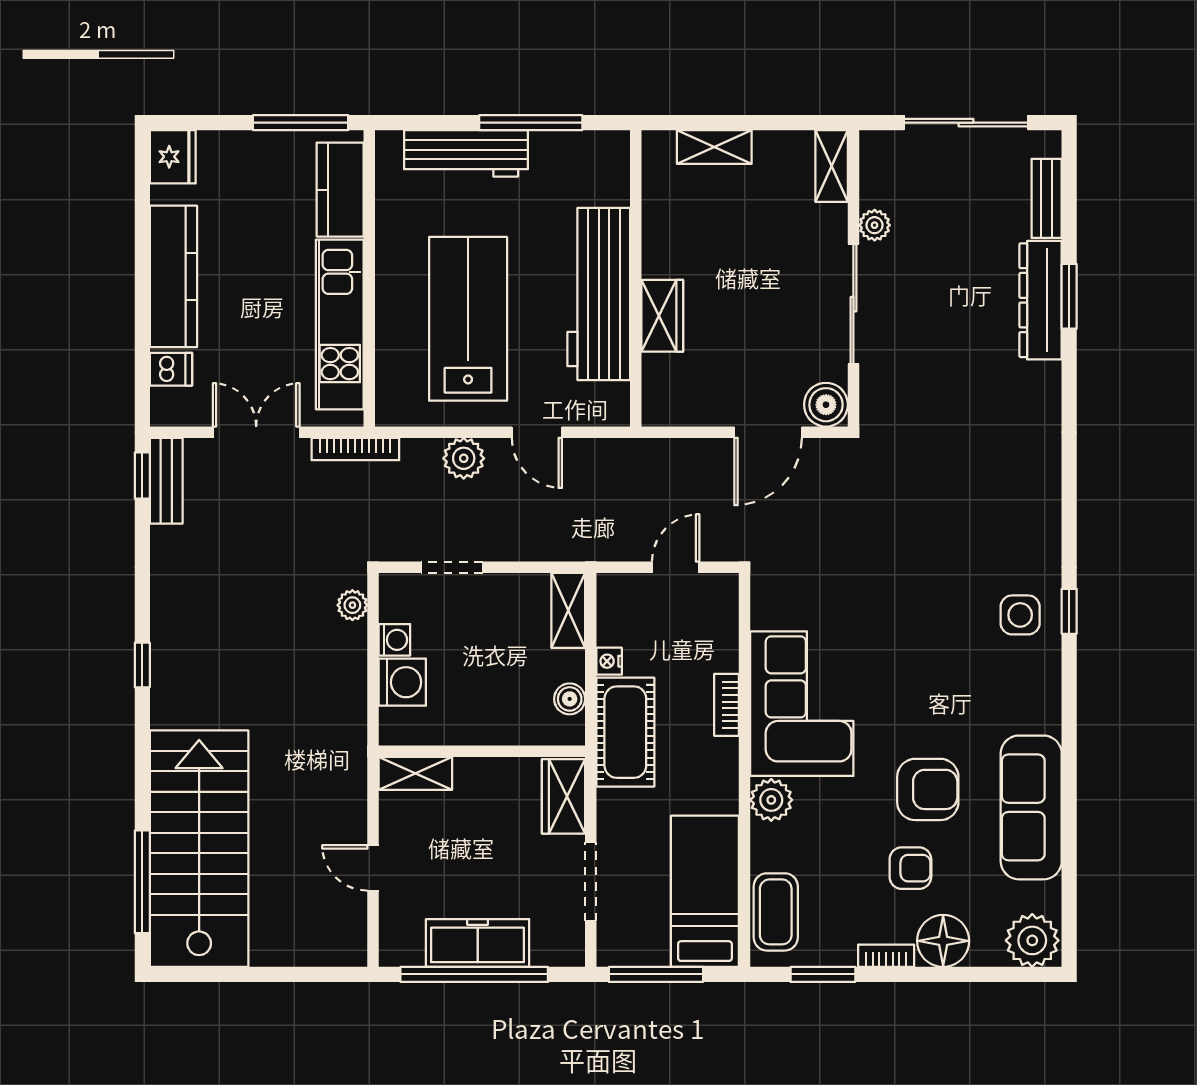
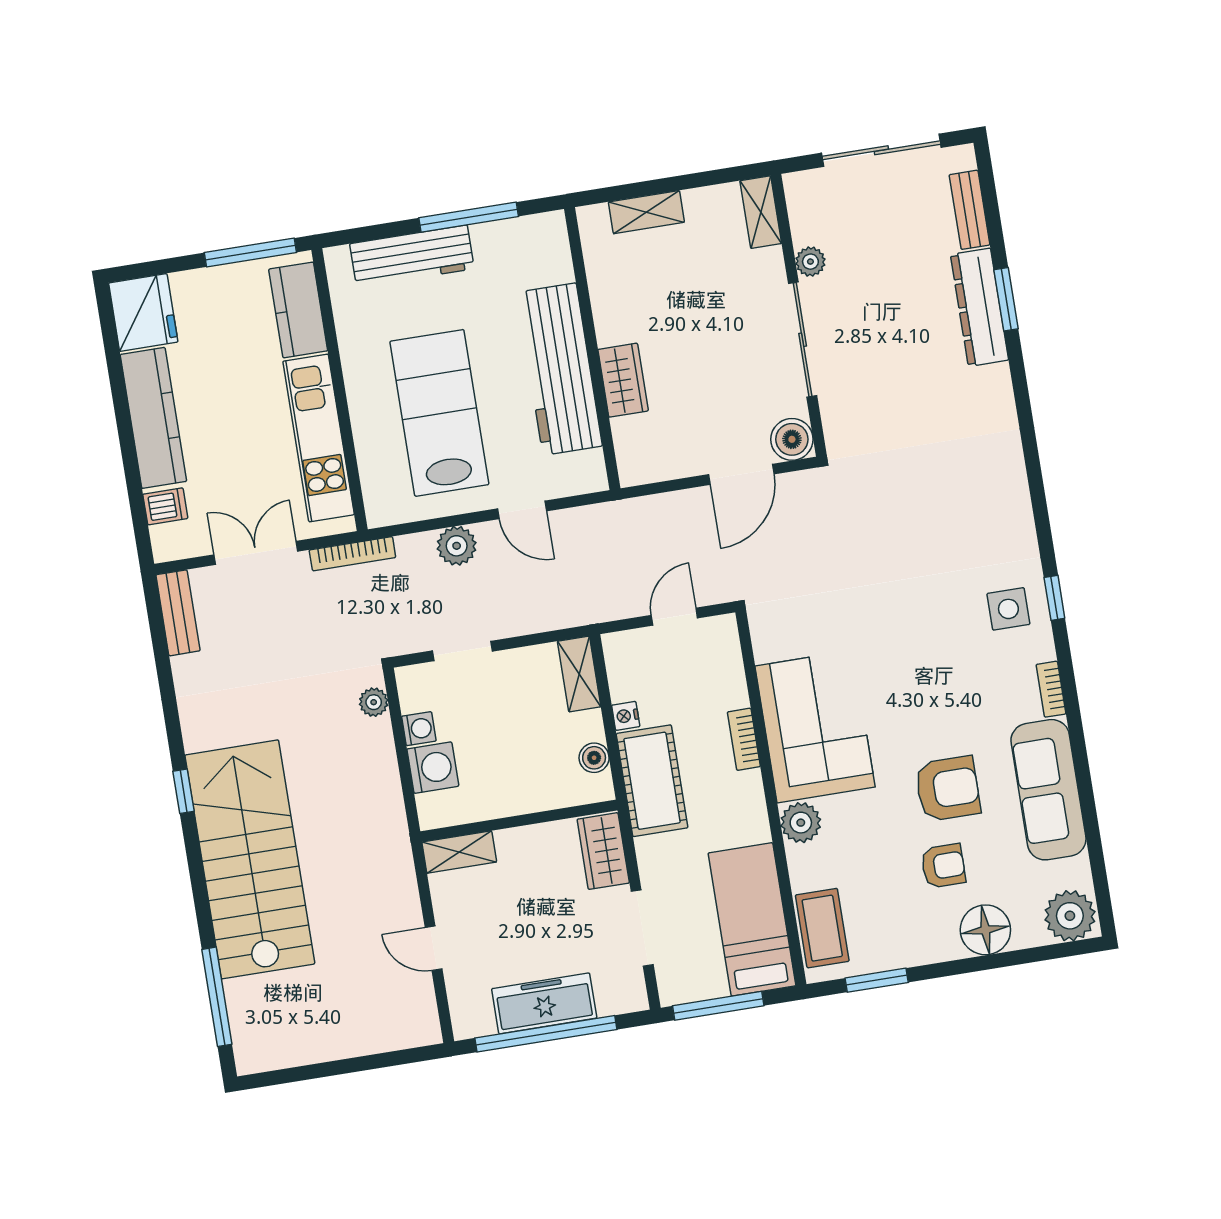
fridge: (173, 157) -> (143, 312), width x1.36, depth x1.34
window: (142, 475) -> (154, 611), removed
stairs: (199, 849) -> (250, 859), moved
bookcase: (886, 956) -> (1051, 689), moved, turned -90

